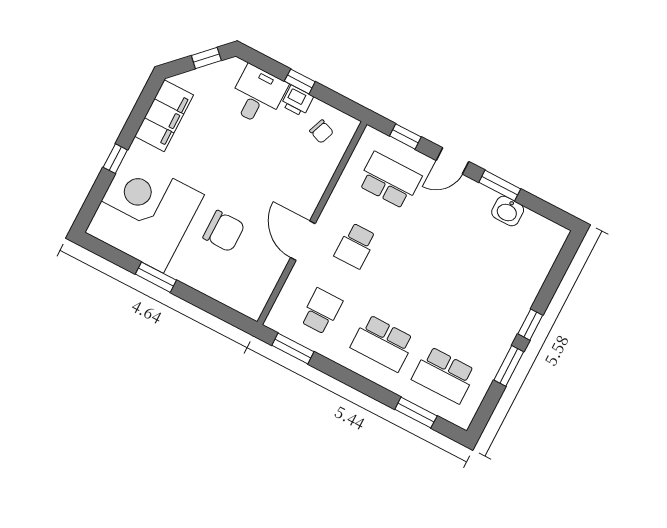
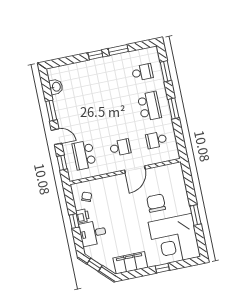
washbasin: (508, 211) -> (56, 87), moved
window: (293, 348) -> (173, 108), moved
school desk: (444, 375) -> (142, 72), width x0.54

